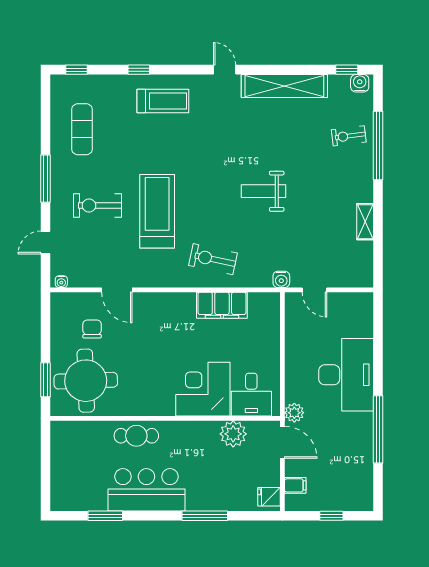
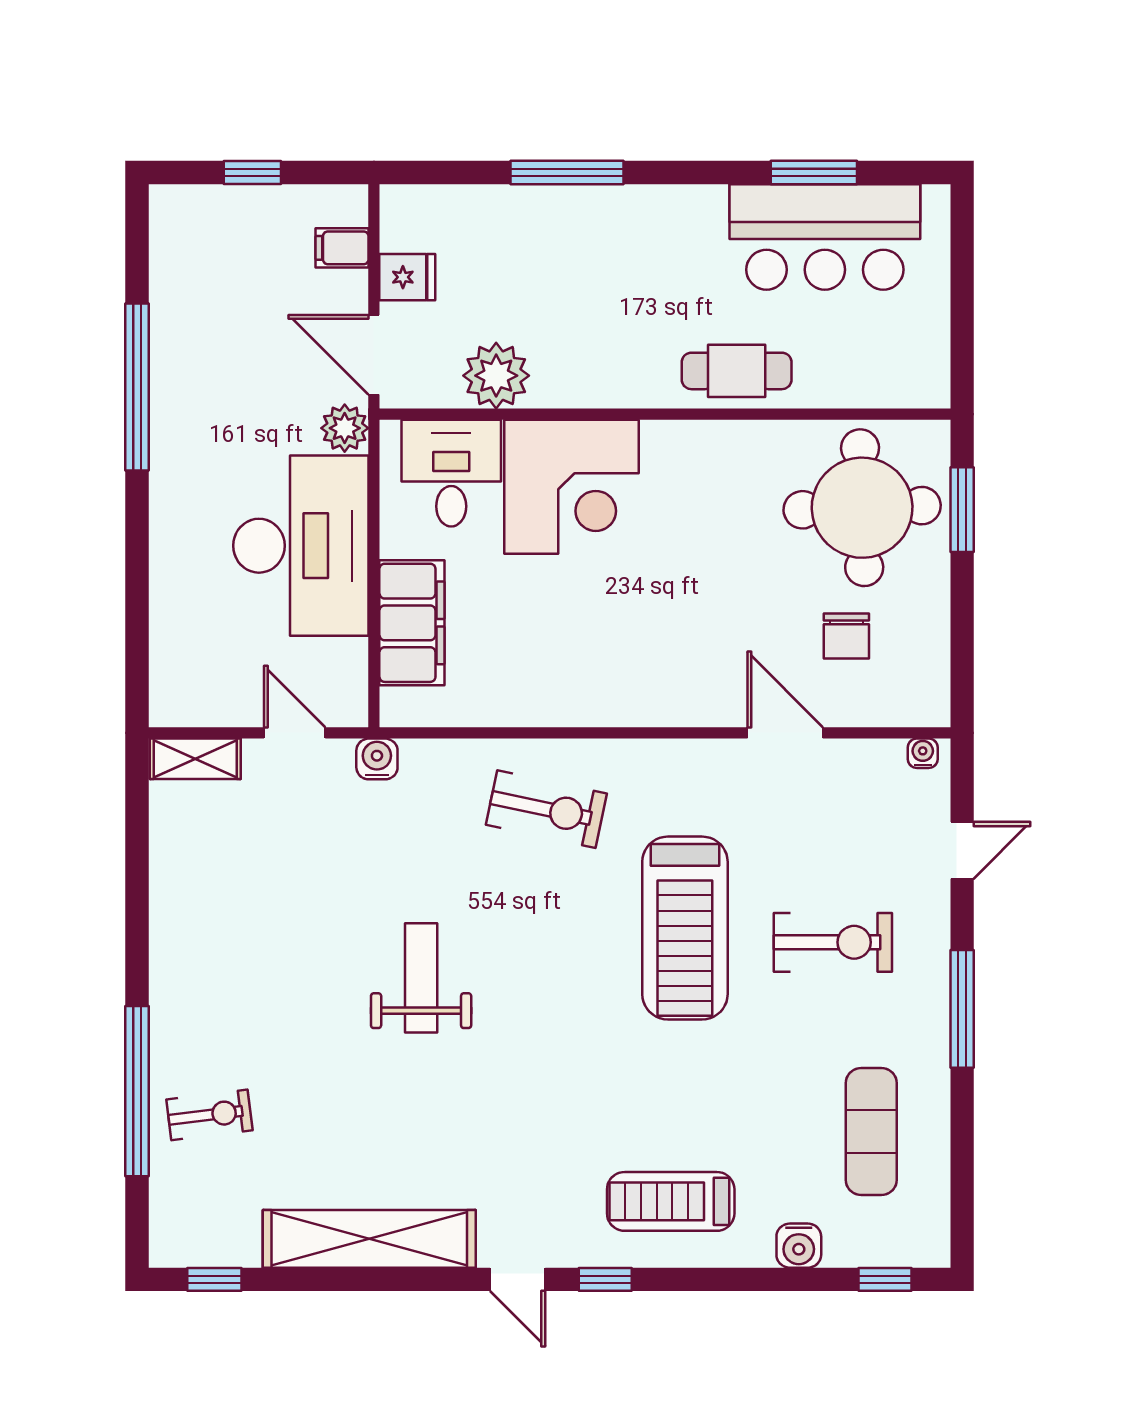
window: (139, 70) -> (605, 1279), moved
water cooler: (360, 83) -> (799, 1246), moved
weight bench: (263, 191) -> (421, 978), turned -90
shelving: (365, 222) -> (195, 759), moved, turned 90
filing cabinet: (222, 305) -> (412, 623), moved, turned 90
desk: (346, 375) -> (301, 546), moved, turned 180
bar counter: (146, 490) -> (825, 237), moved
fridge: (269, 497) -> (407, 277), moved

